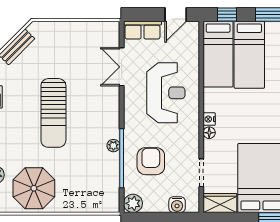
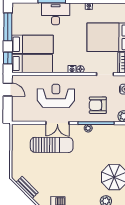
row of seats: (143, 30) -> (17, 110), removed
double door: (122, 67) -> (57, 123), moved
sun lounger: (53, 113) -> (52, 145), moved

